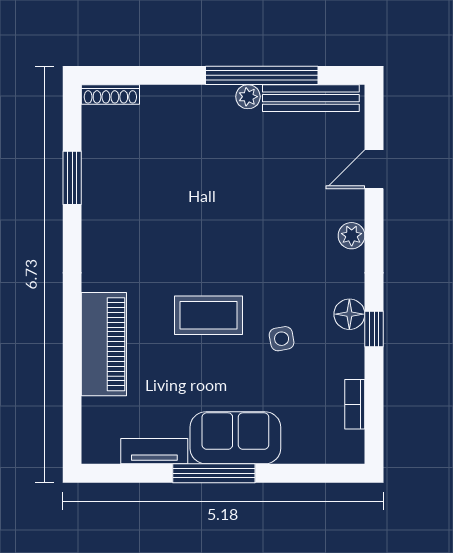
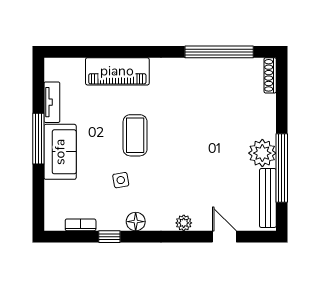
plant: (248, 97) -> (262, 153), width x1.88, depth x1.88
window: (72, 178) -> (219, 52), width x2.11
window: (374, 329) -> (109, 237), moved

